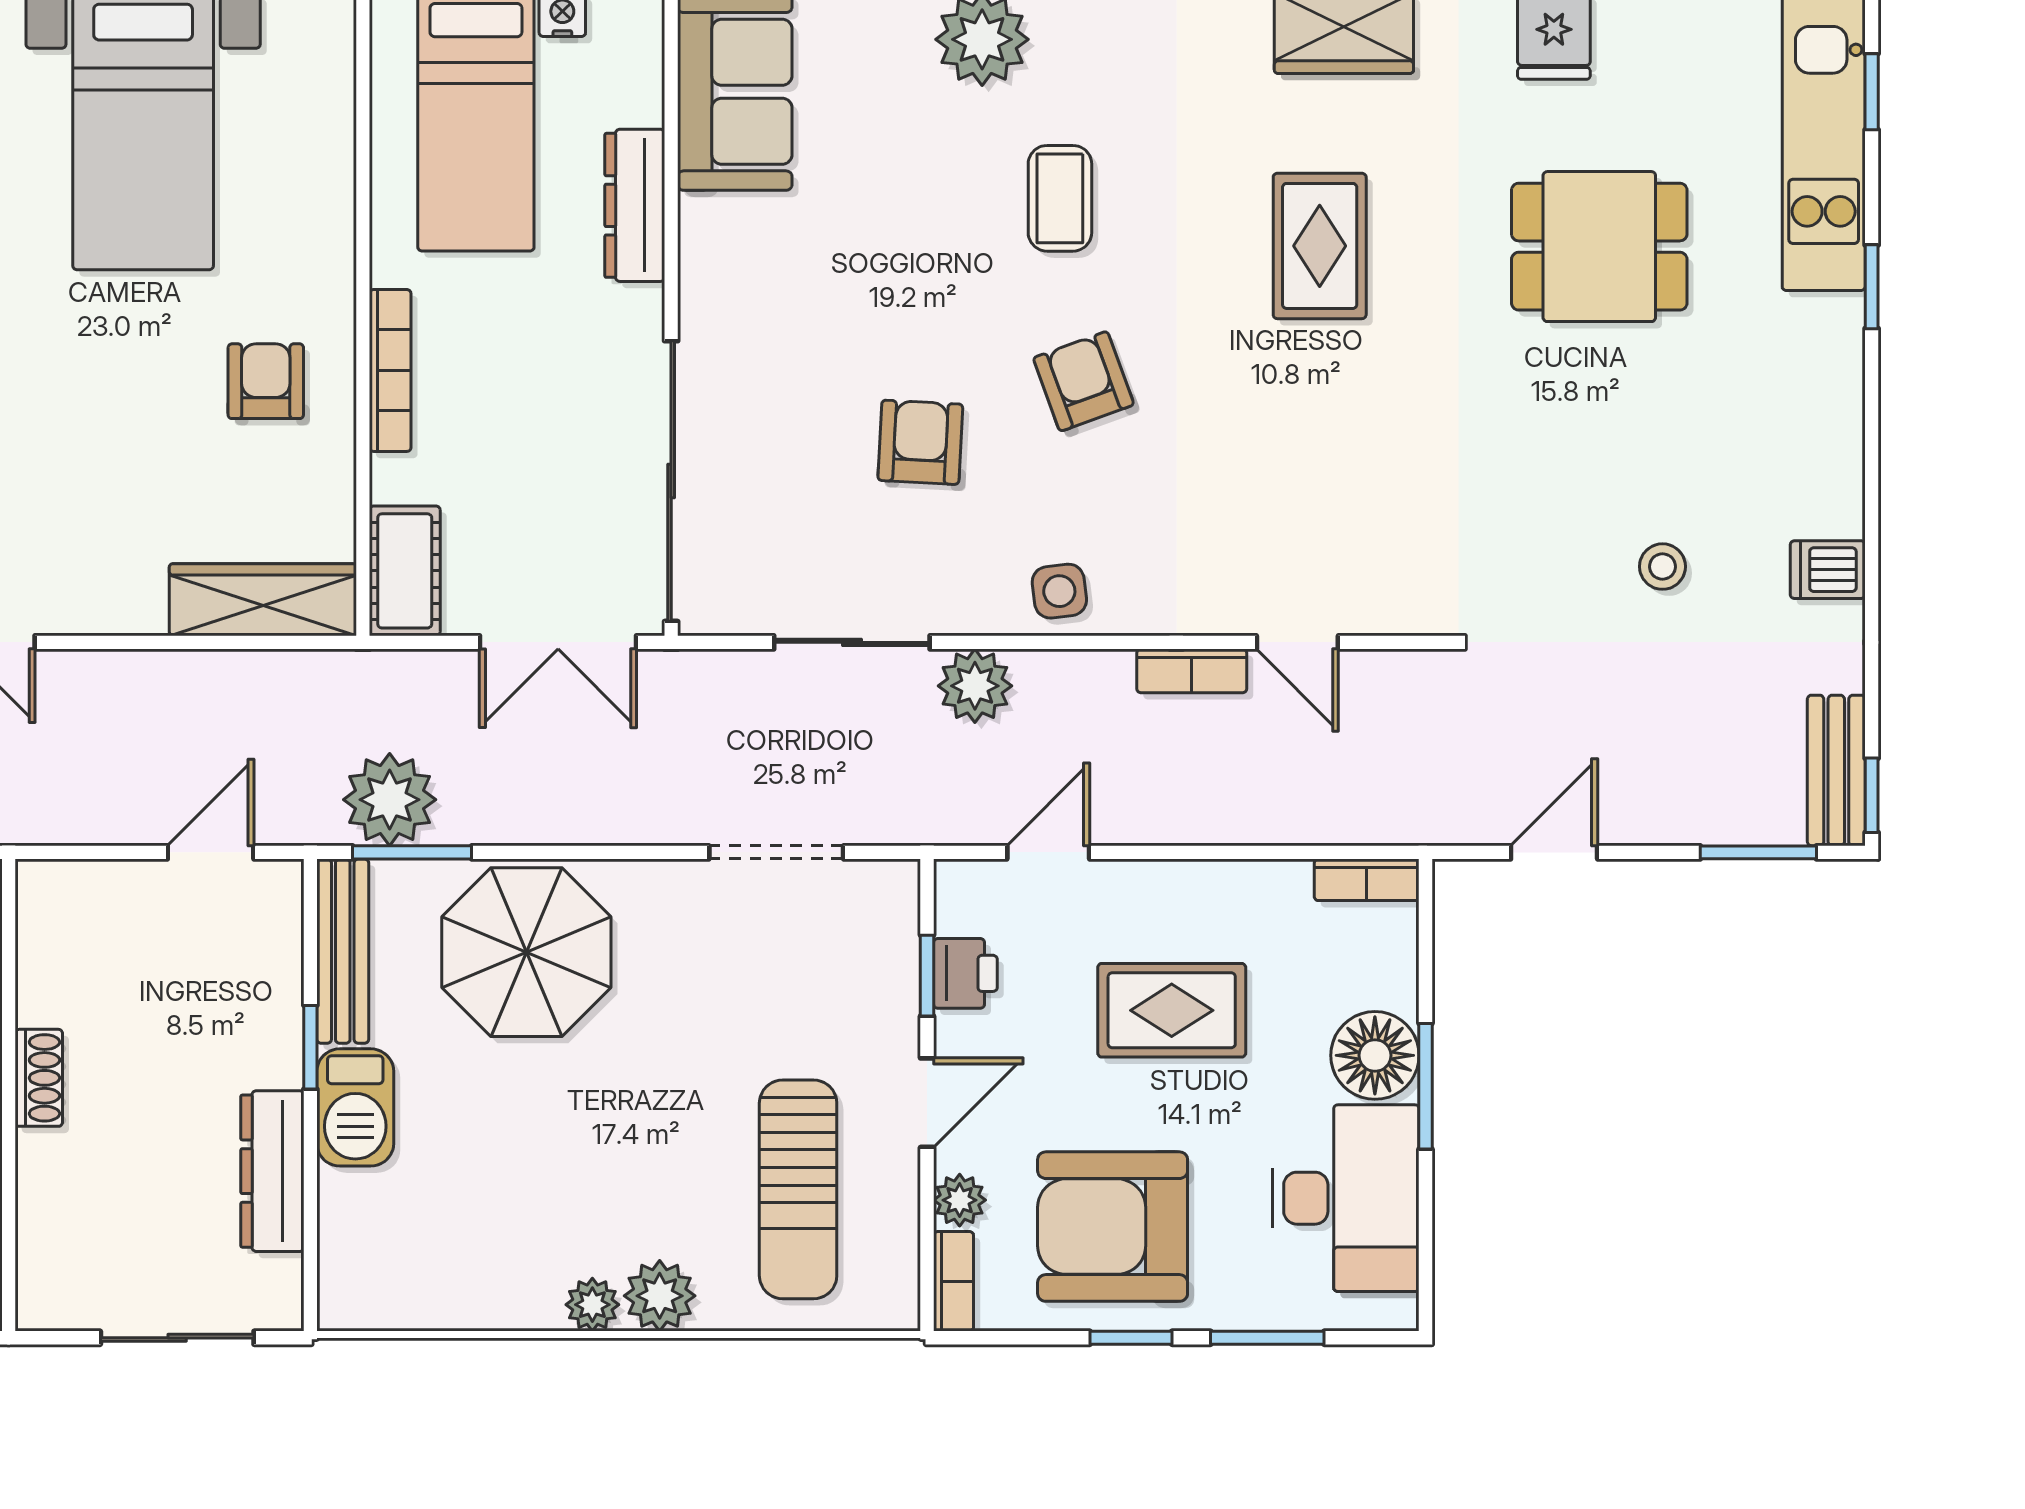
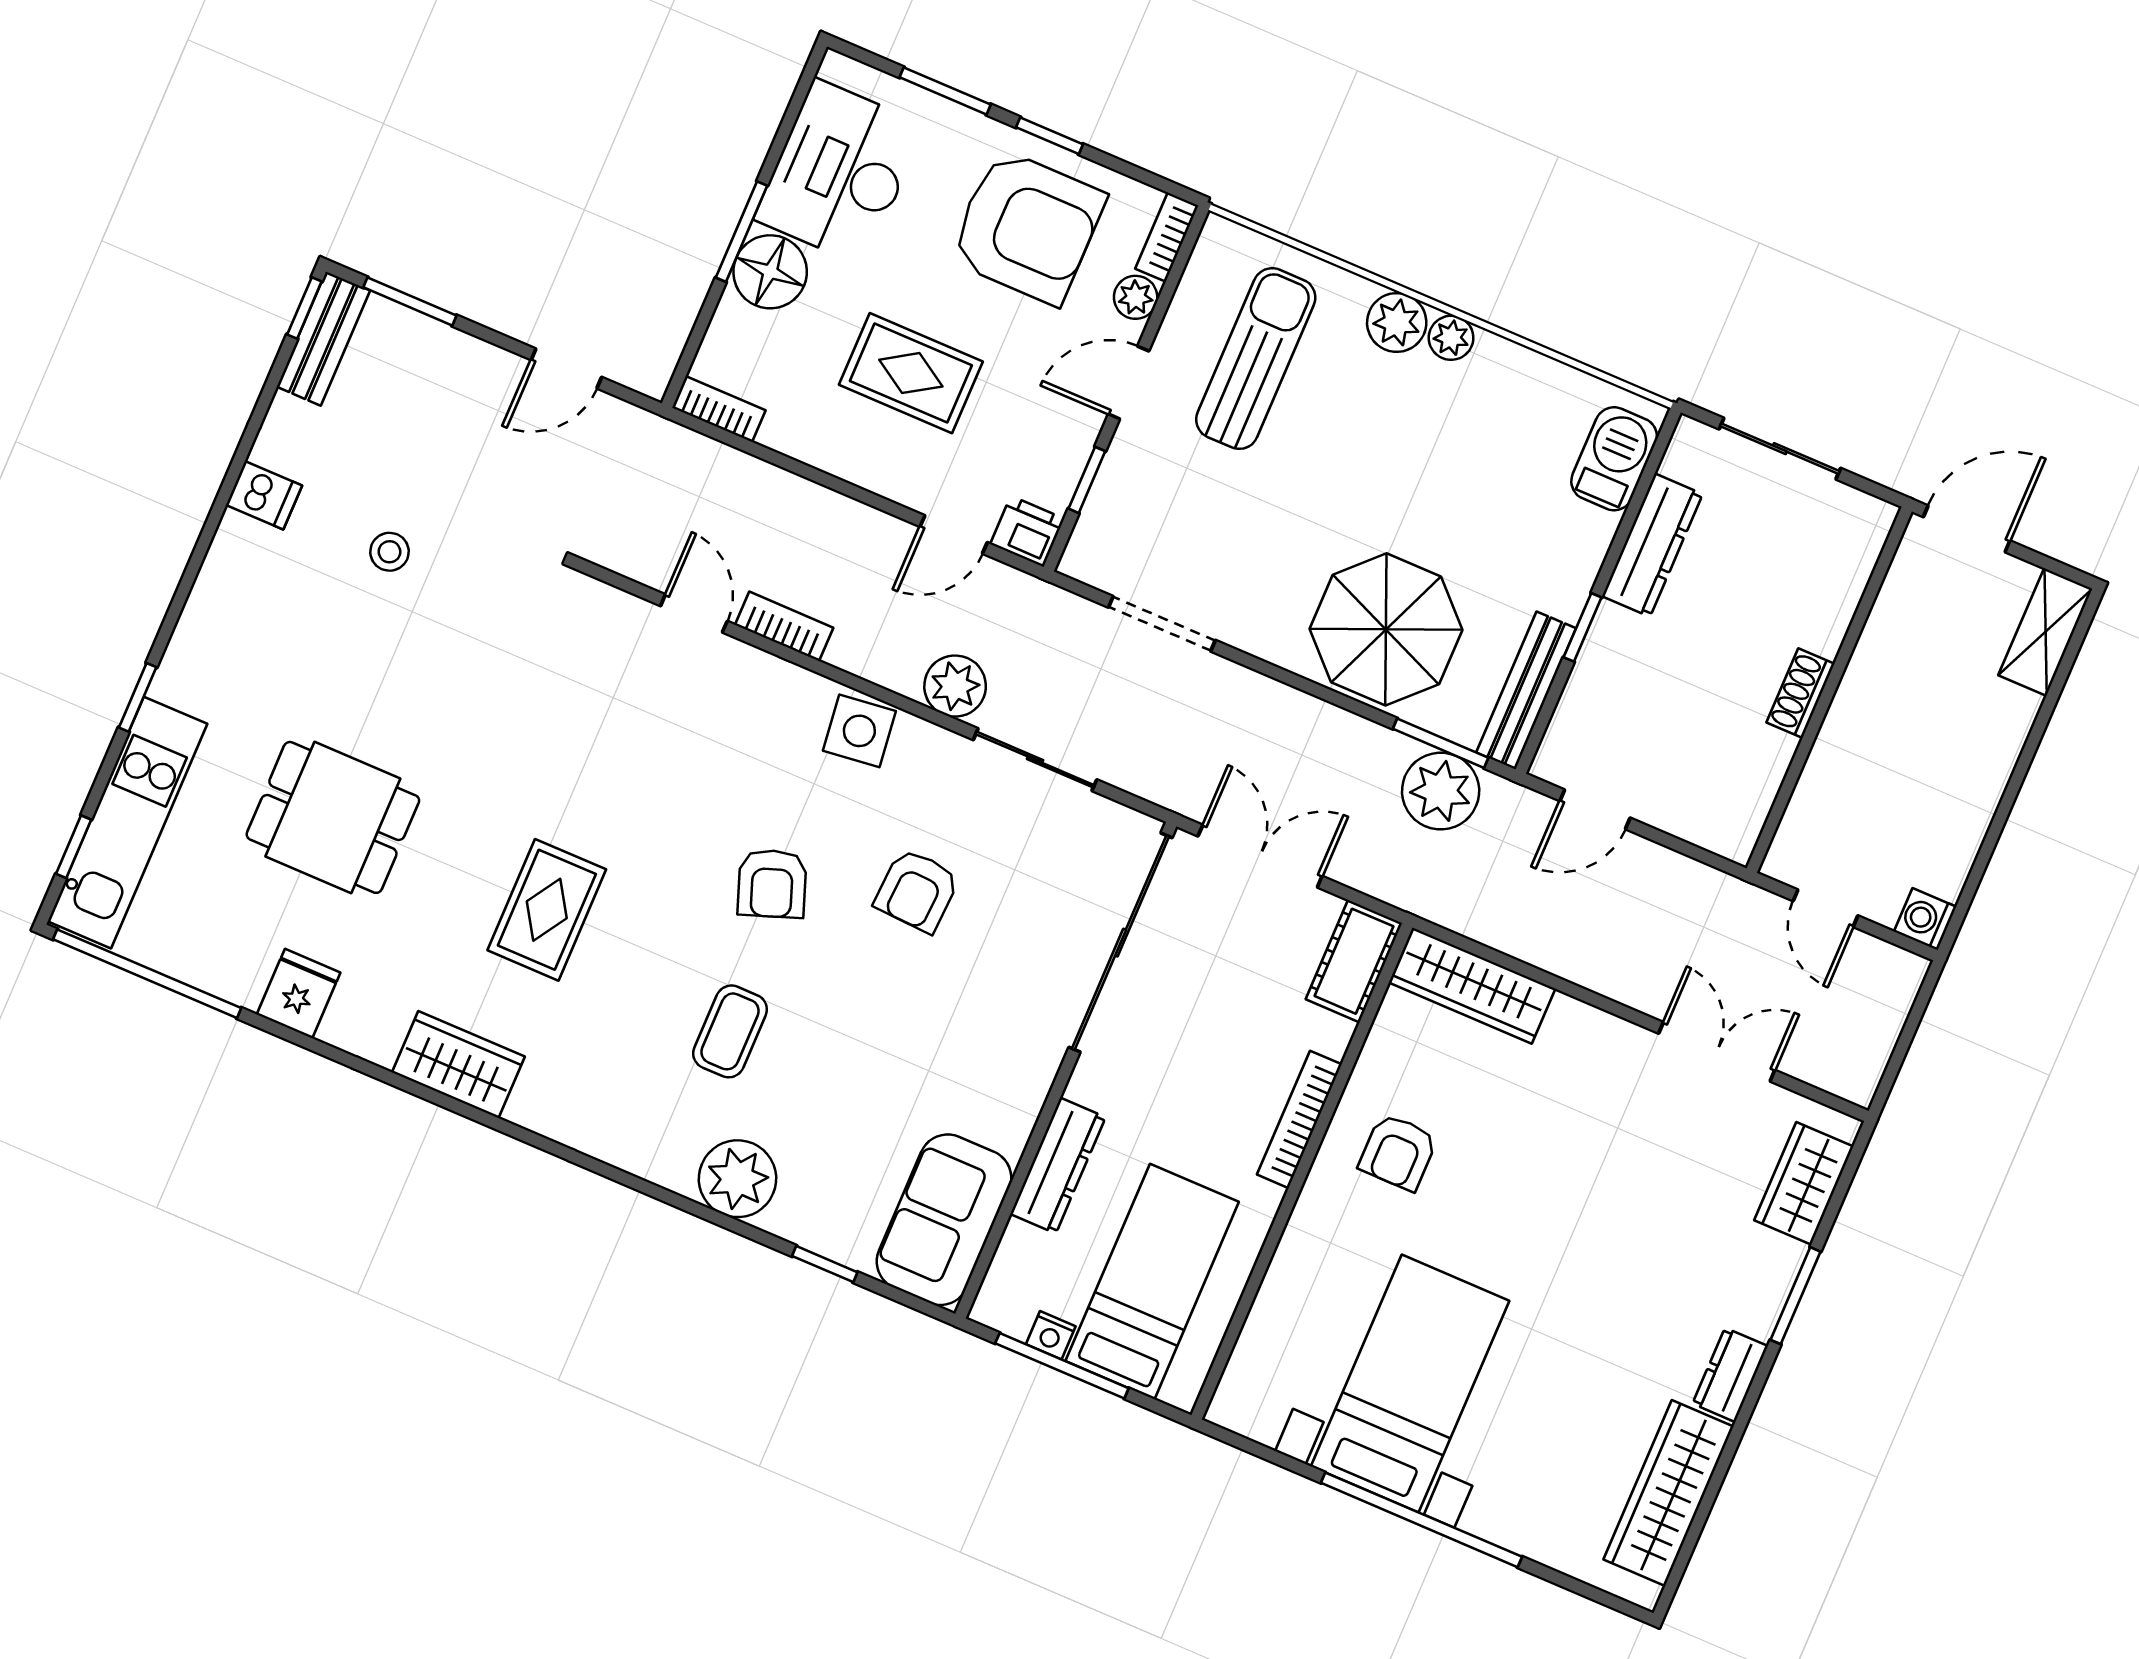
side table: (1059, 591) -> (859, 731), width x1.37, depth x1.37
printer: (965, 973) -> (1027, 531), moved, turned 90
barbecue: (355, 1107) -> (1614, 459), moved

